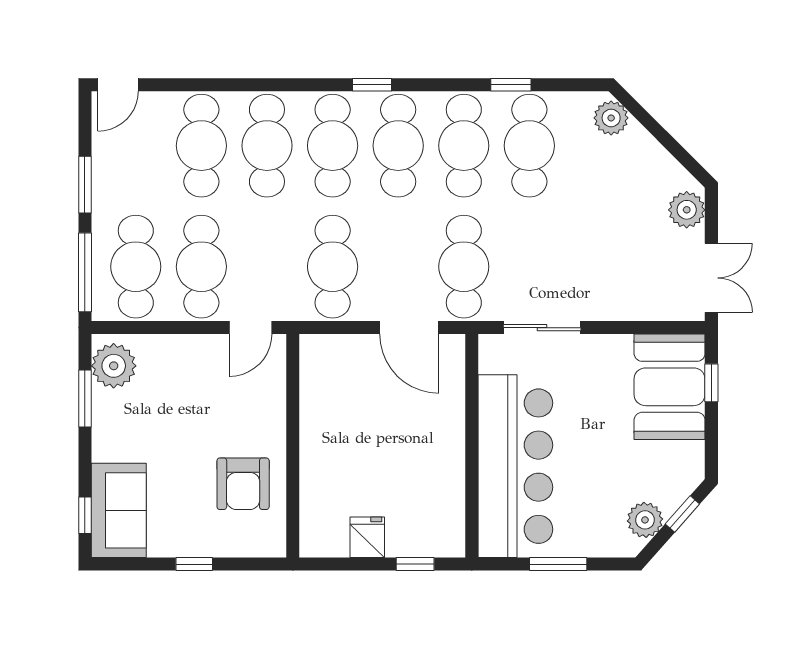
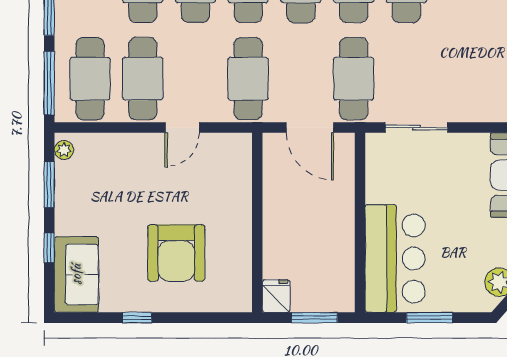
plant: (114, 366) -> (64, 150), width x0.53, depth x0.53
wall: (293, 446) -> (257, 223), moved
bar counter: (515, 466) -> (395, 259), width x0.73
armchair: (243, 484) -> (176, 253), width x1.36, depth x1.36
window: (85, 515) -> (49, 248), moved
window: (415, 564) -> (314, 318), width x1.50

